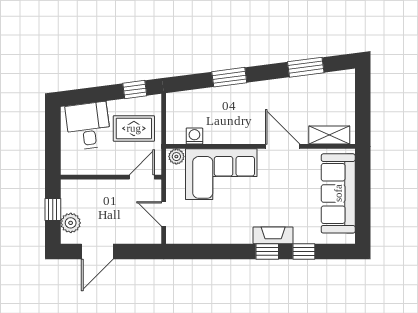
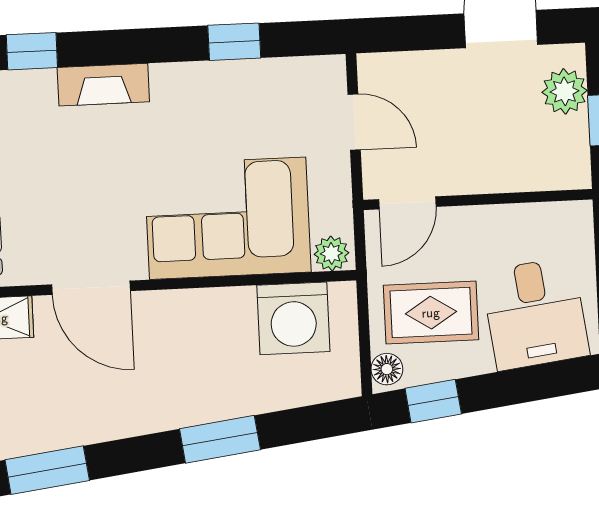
floor lamp: (154, 105) -> (387, 369), added
washing machine: (194, 136) -> (293, 318), width x1.89, depth x1.89
window: (267, 252) -> (234, 42), moved

